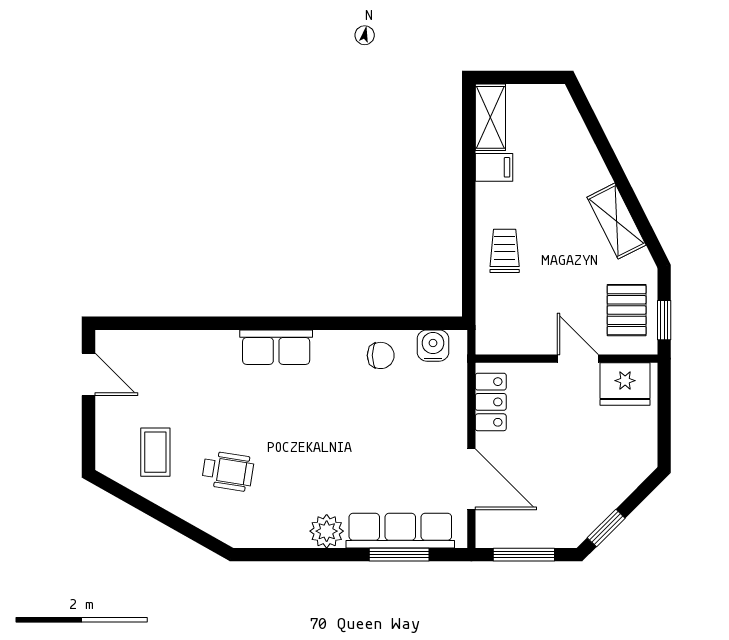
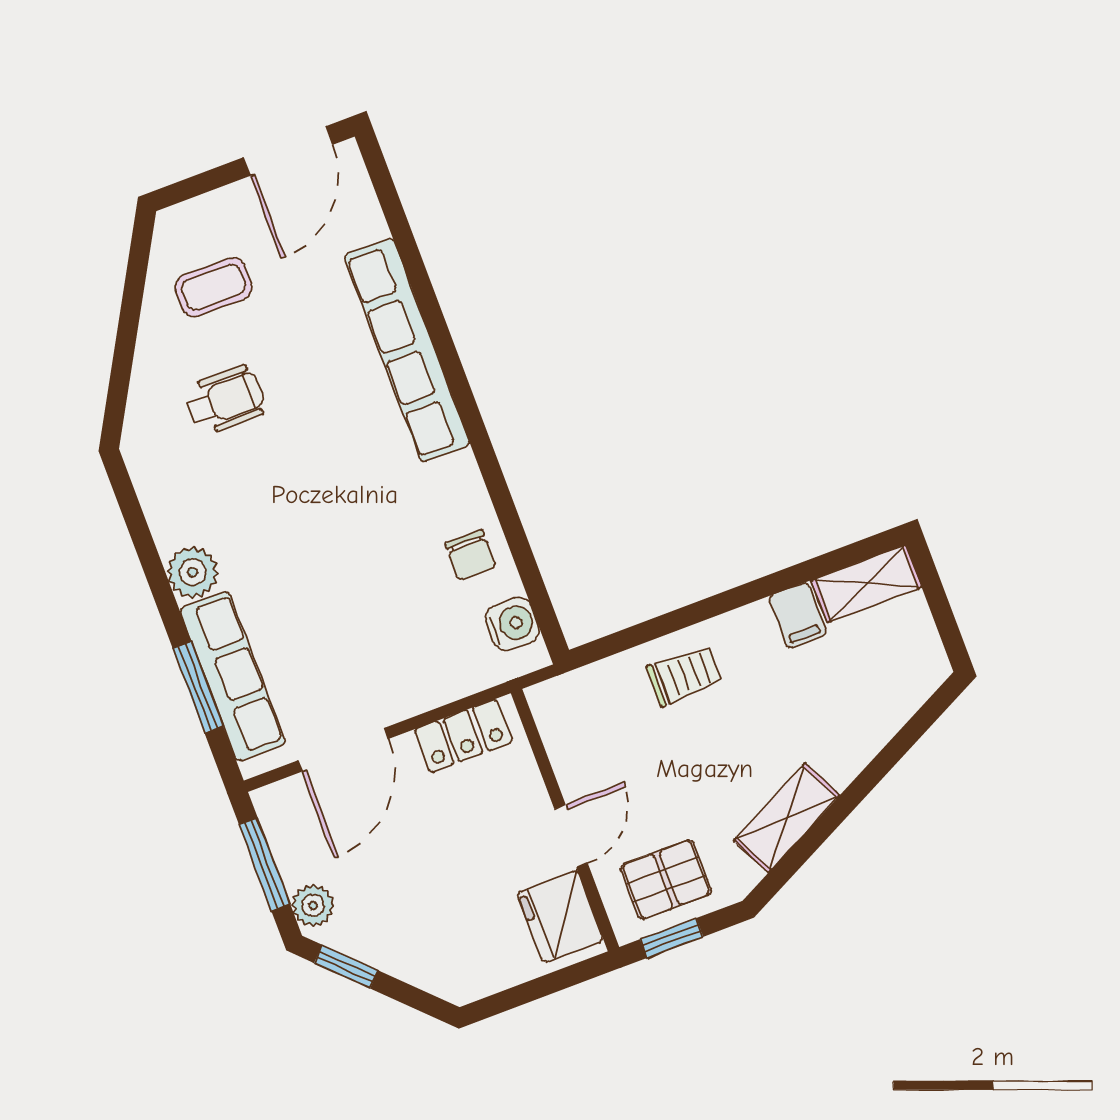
row of seats: (276, 347) -> (407, 350), width x2.02
door: (89, 374) -> (288, 151), width x1.38
wheelchair: (228, 471) -> (225, 400), turned -99
plant: (561, 534) -> (313, 905), added

